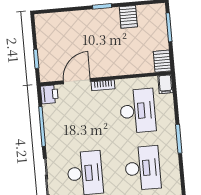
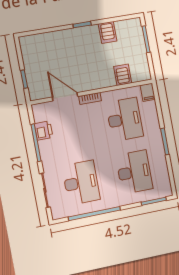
server rack: (162, 61) -> (123, 75), moved
door: (77, 81) -> (65, 97), hinge flipped
printer: (49, 94) -> (44, 131), moved

